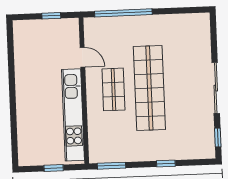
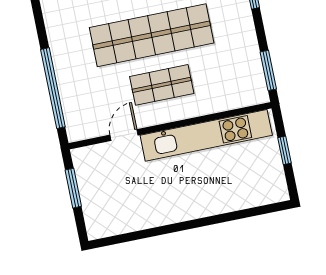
window: (51, 16) -> (73, 188), width x1.50

